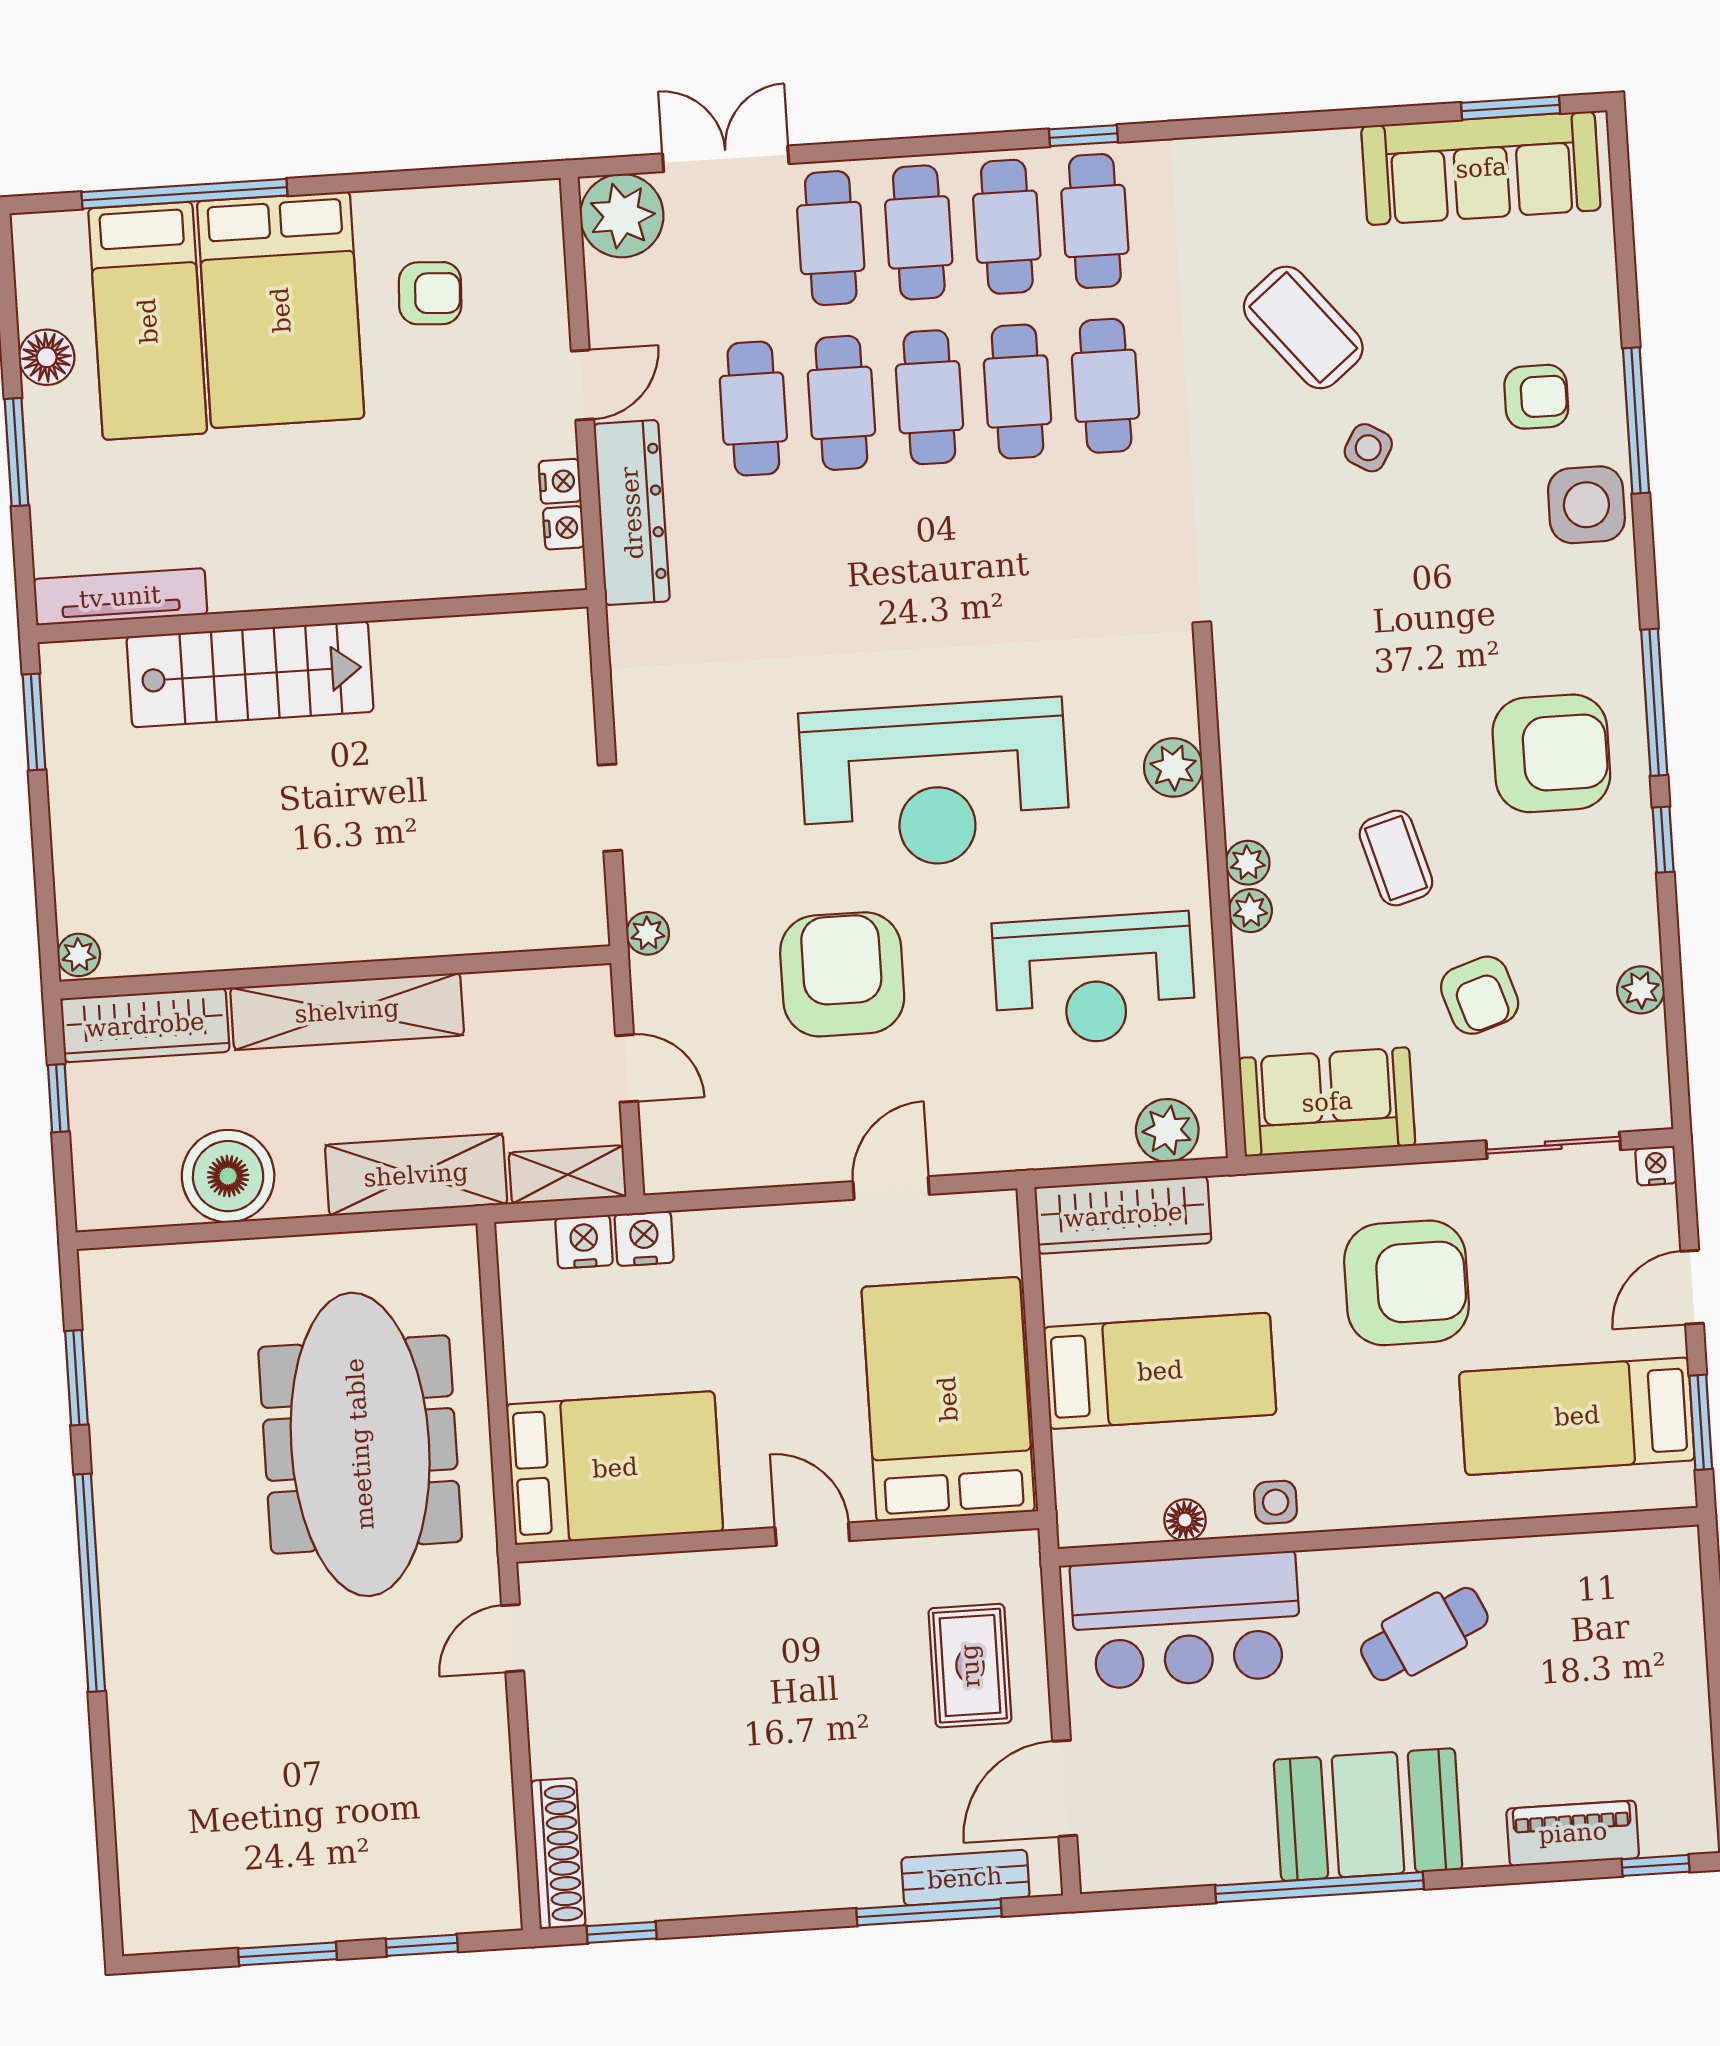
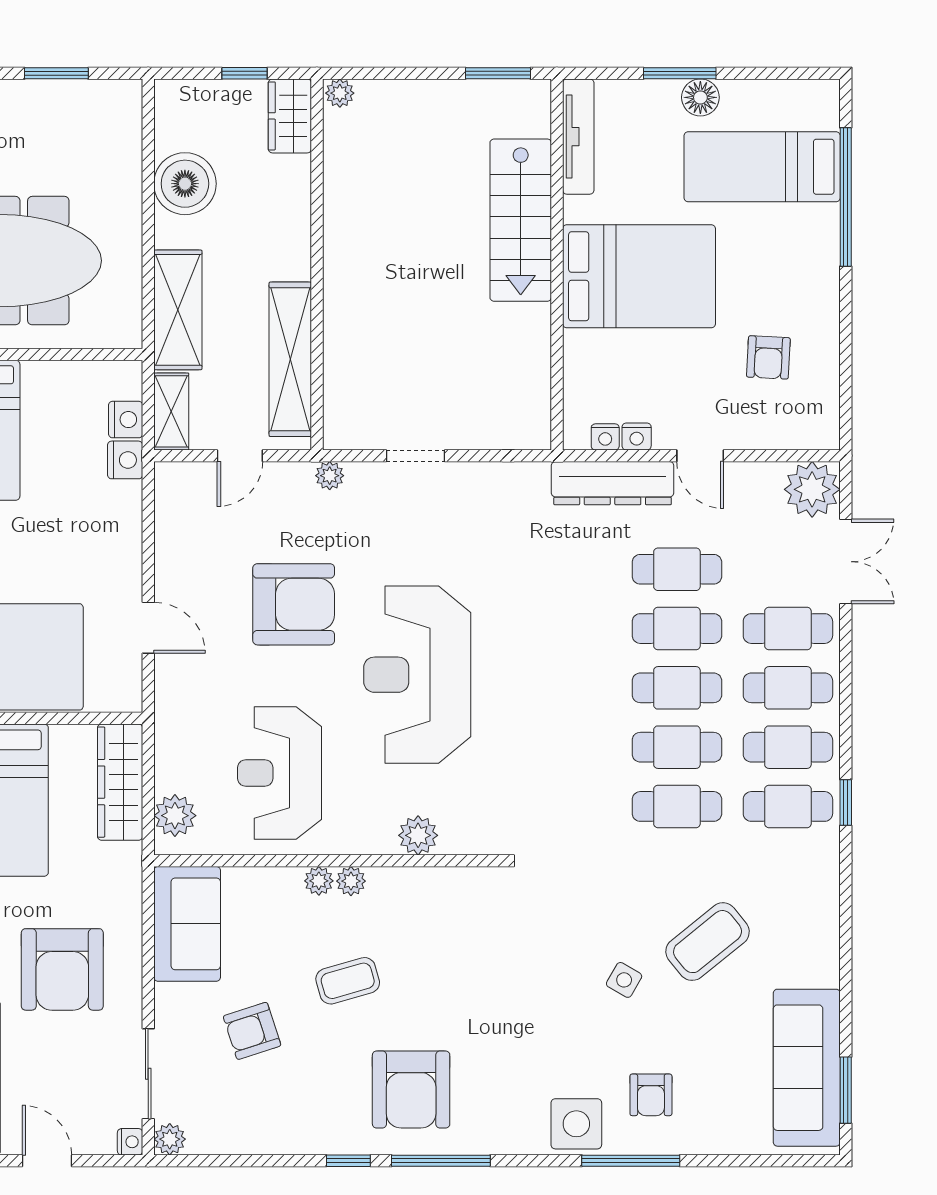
bed: (281, 310) -> (639, 276), moved, turned 180
floor lamp: (47, 357) -> (700, 97), moved
plant: (1641, 990) -> (170, 1139), moved
shelving: (347, 1011) -> (290, 359), moved
wardrobe: (145, 1025) -> (290, 116), width x0.67

